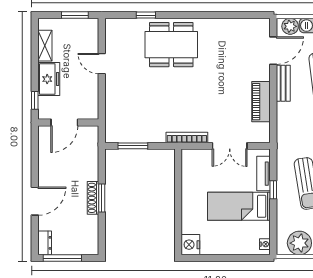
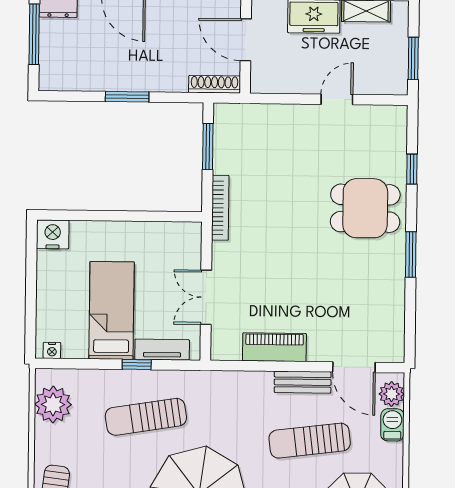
window: (201, 15) -> (411, 254), added
dining table: (171, 45) -> (365, 208), width x0.73
bookcase: (187, 137) -> (220, 208), moved
shoe rack: (93, 198) -> (215, 84), moved

